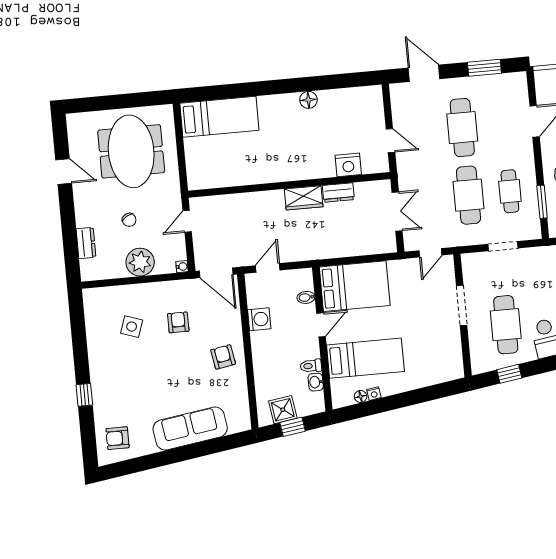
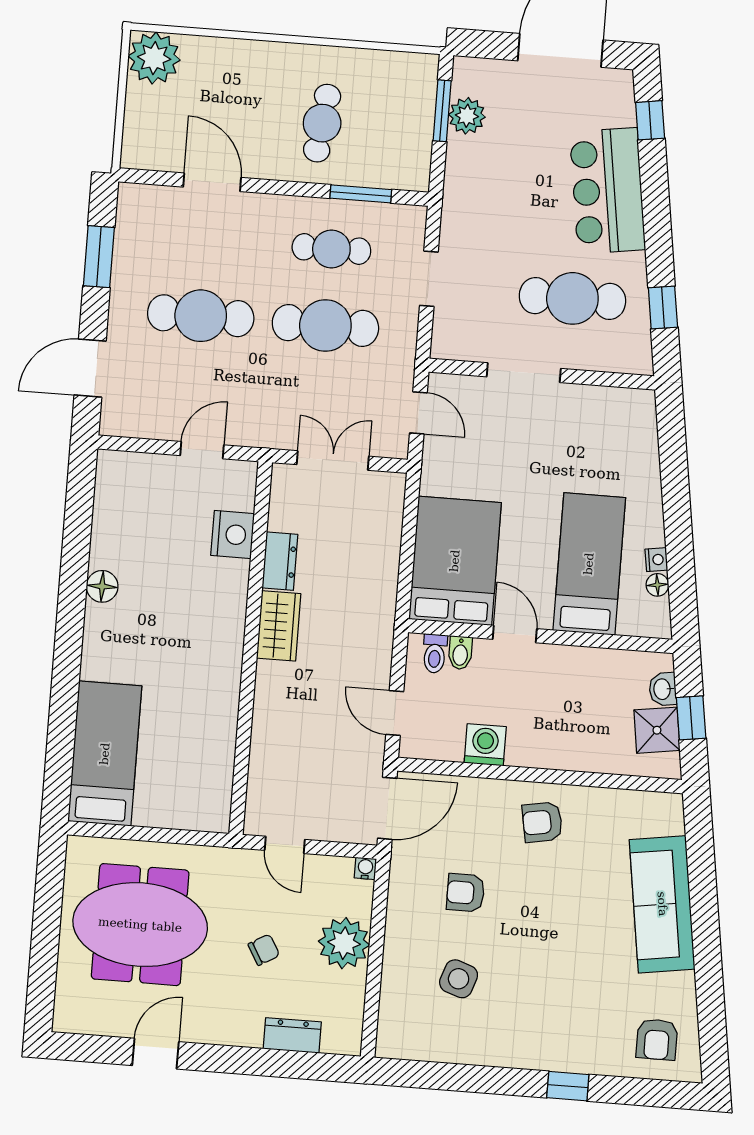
toilet: (311, 366) -> (435, 654), moved
washbasin: (316, 382) -> (663, 689), moved, turned 82

